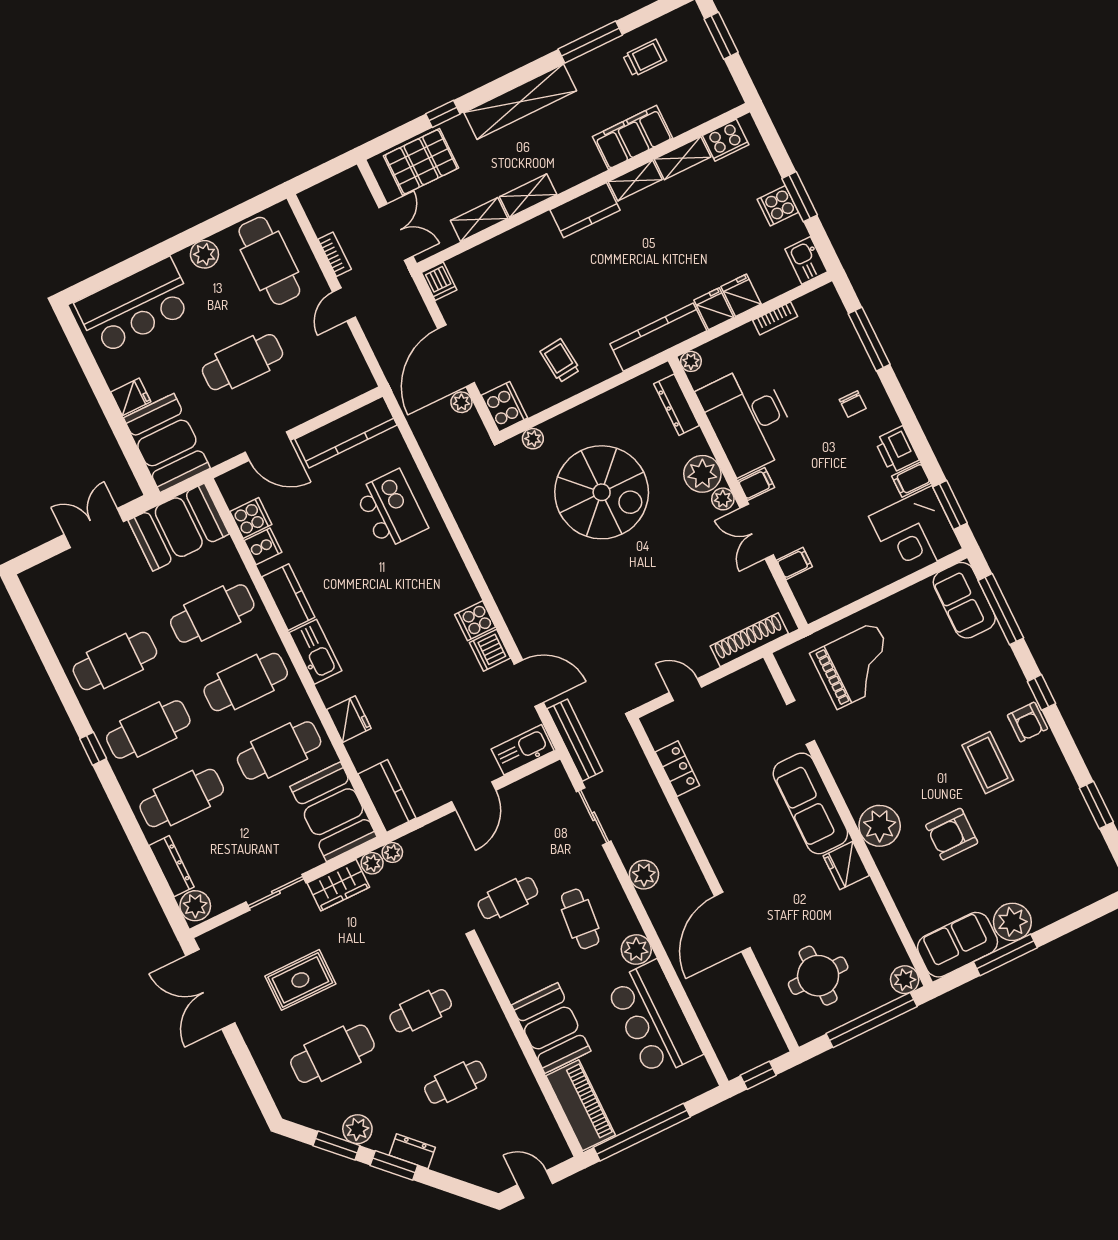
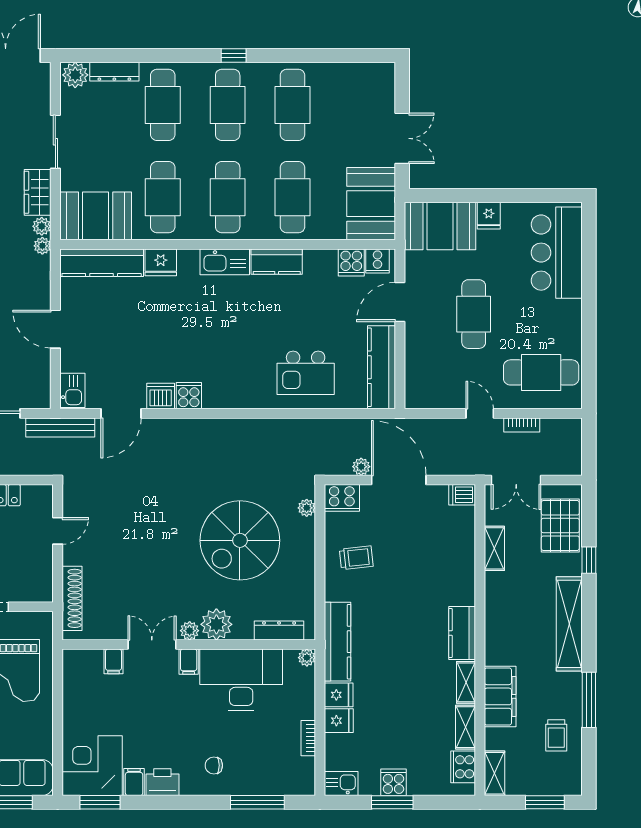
shelving: (528, 196) -> (494, 773), moved
plant: (204, 254) -> (570, 325), removed
cooker: (263, 546) -> (377, 261), moved
kitchen sink: (523, 750) -> (72, 390), width x0.73
kitchen counter: (387, 796) -> (102, 263), width x1.50

